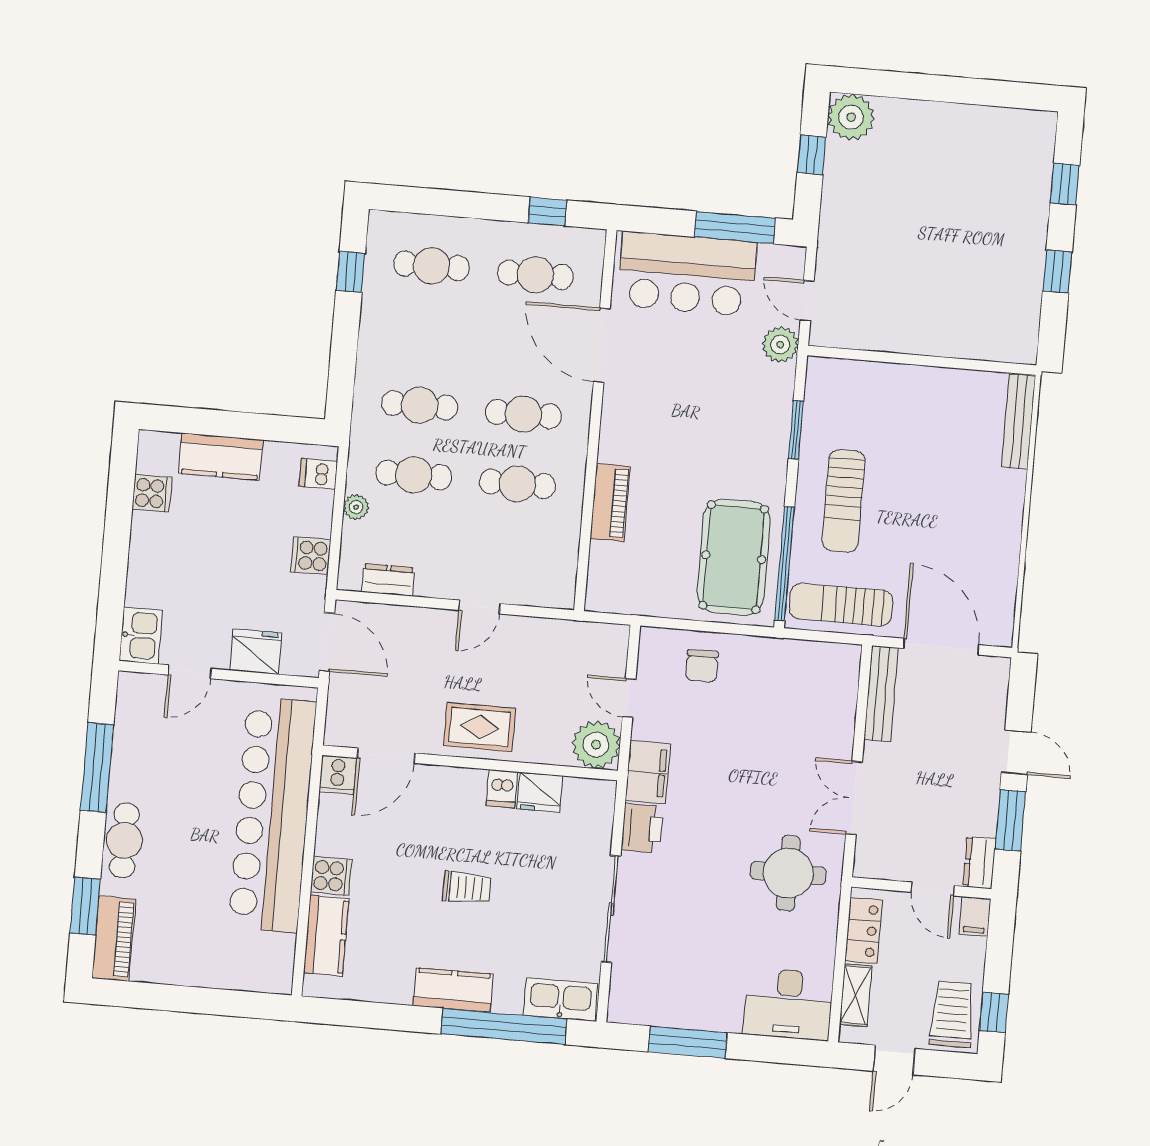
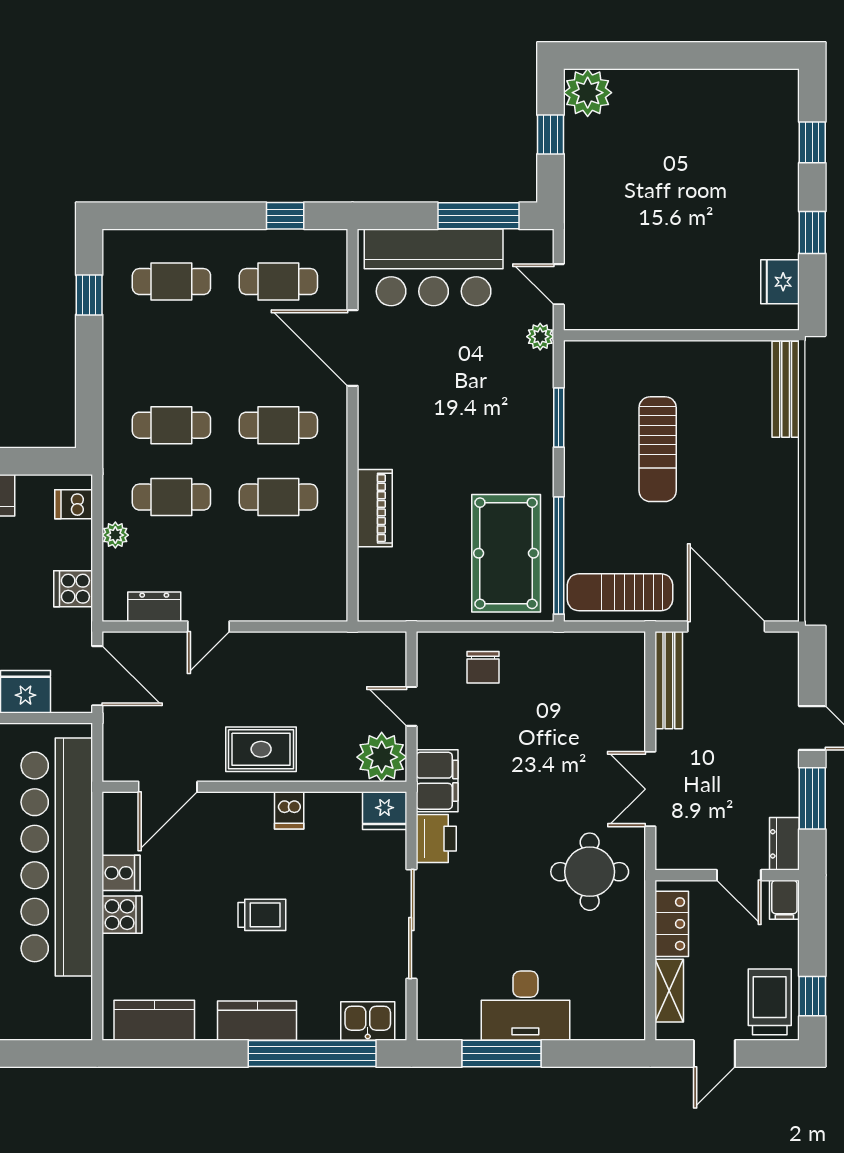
fridge: (1022, 317) -> (780, 282), added
plant: (780, 345) -> (540, 337), width x0.73, depth x0.73
sun lounger: (844, 501) -> (658, 449), moved
door: (479, 607) -> (209, 626), moved
cooker: (338, 775) -> (121, 873), moved, turned -90
fridge: (540, 792) -> (385, 811), moved
kitchen counter: (326, 936) -> (154, 1020), moved, turned -90
kitchen sink: (561, 1000) -> (368, 1021), width x0.73
desk: (788, 1004) -> (525, 1006), moved

